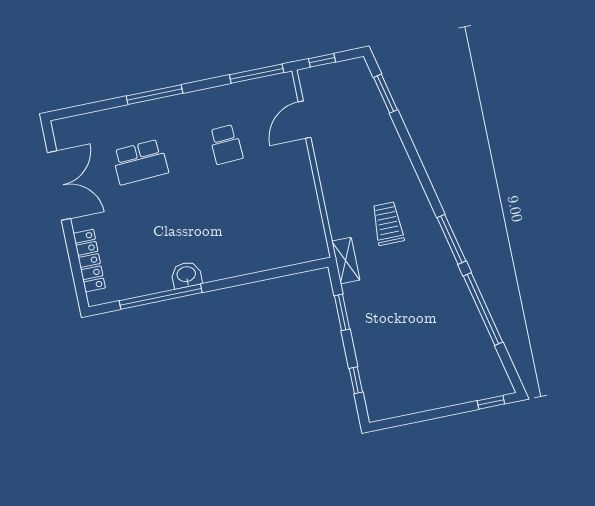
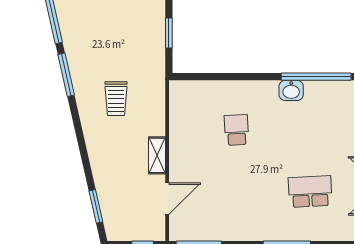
school desk: (226, 144) -> (236, 130), moved
shelving: (346, 261) -> (157, 155), moved

